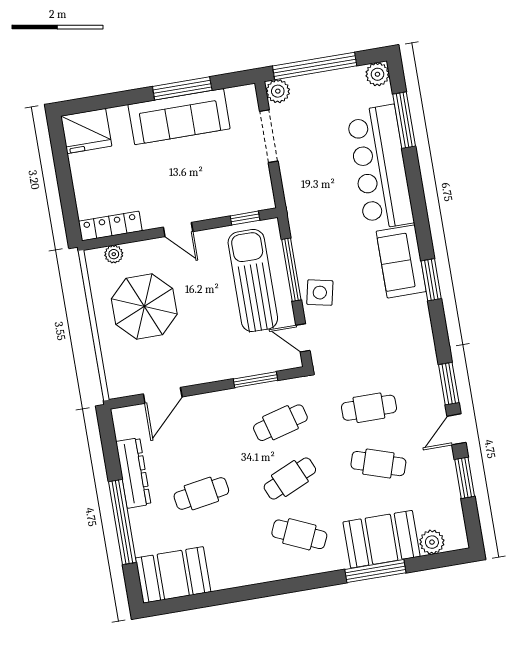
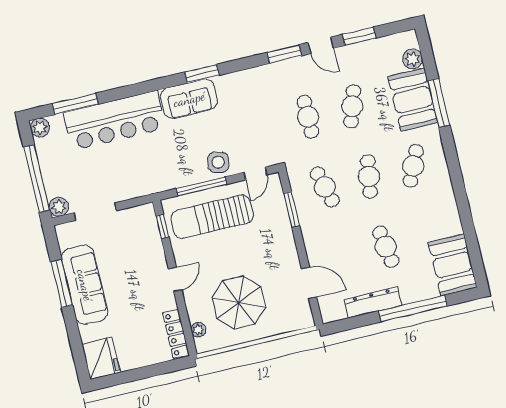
cafe table: (290, 478) -> (369, 176), turned 33

